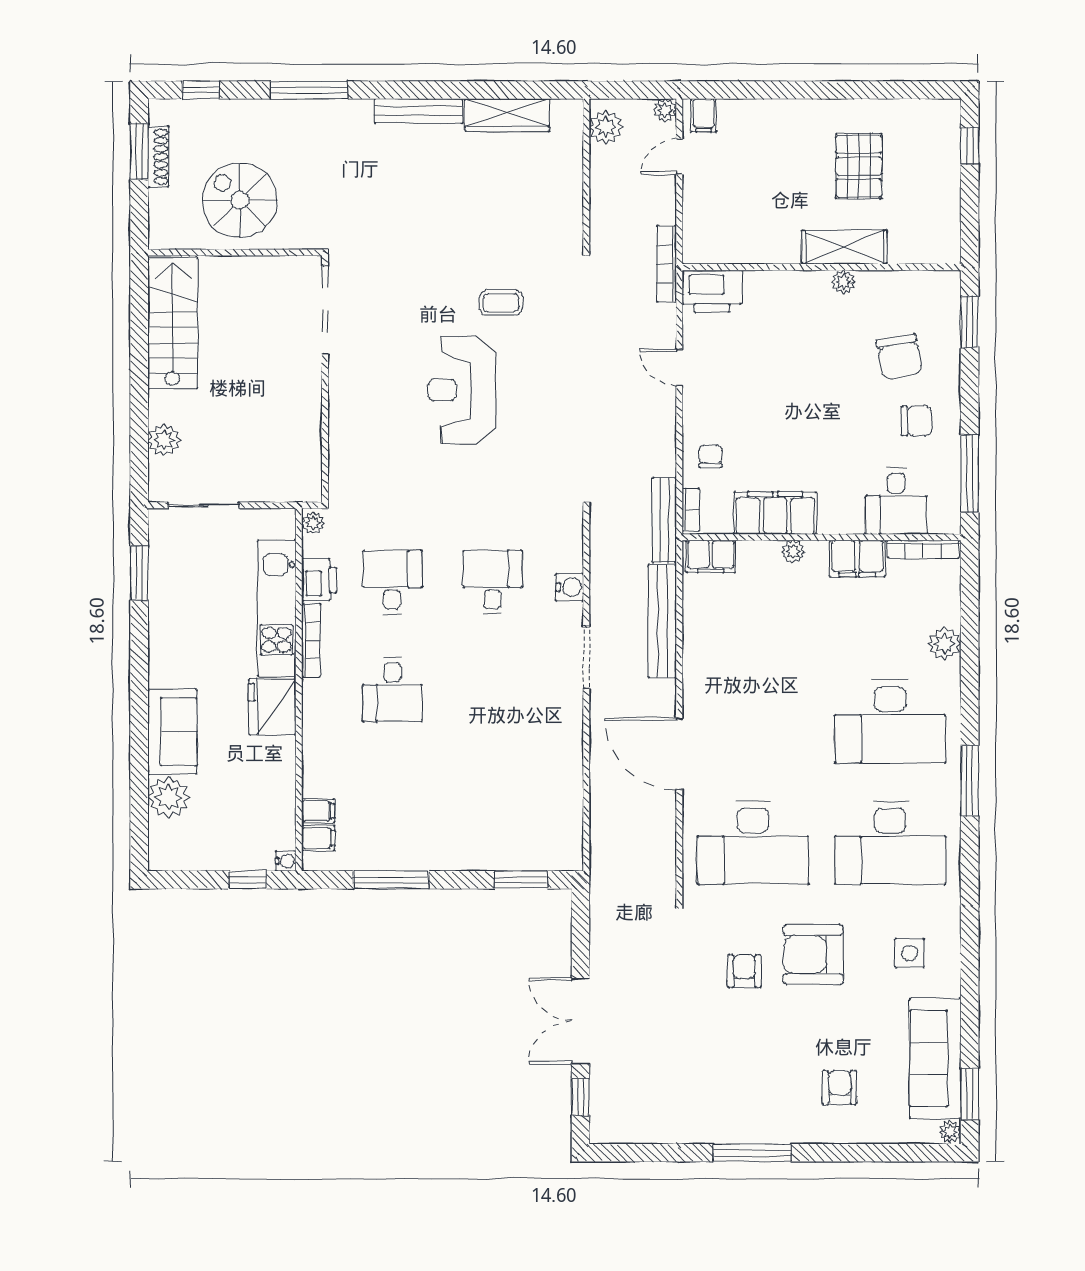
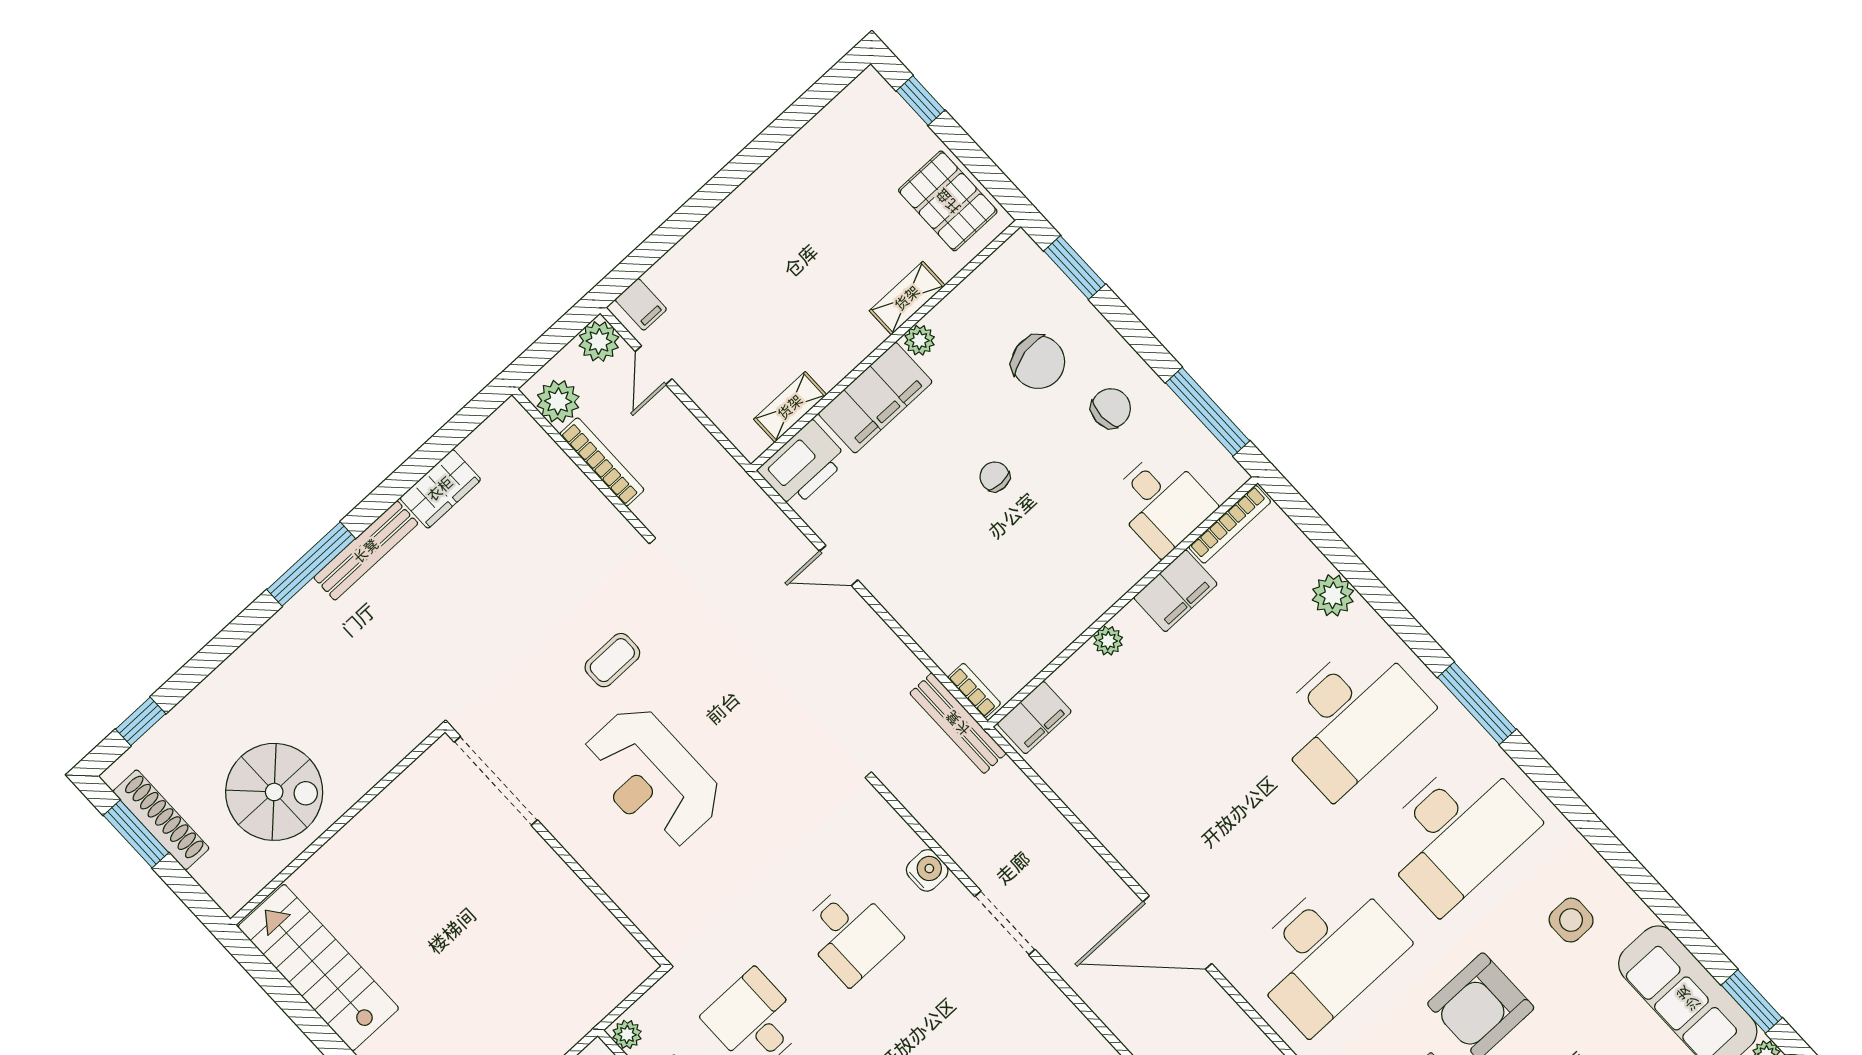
window: (309, 90) -> (311, 564), moved
plant: (665, 110) -> (599, 341), width x1.38, depth x1.38
wardrobe: (507, 115) -> (440, 489), width x0.67
shoe rack: (158, 157) -> (161, 820), width x1.36, depth x1.24
pallet: (859, 166) -> (948, 201), moved
spiral stairs: (240, 200) -> (274, 792), turned 180
shelving: (844, 247) -> (907, 298), width x0.67, depth x0.75
shelving: (735, 252) -> (790, 407), added
bookcase: (666, 264) -> (602, 462), moved, turned 180
doorway: (325, 310) -> (496, 781), moved
wall: (325, 379) -> (556, 846), moved
chair: (710, 456) -> (995, 477), moved
filing cabinet: (775, 513) -> (875, 398), moved, turned 180
desk: (493, 582) -> (850, 933), turned 180
bench: (662, 621) -> (1045, 822), removed

